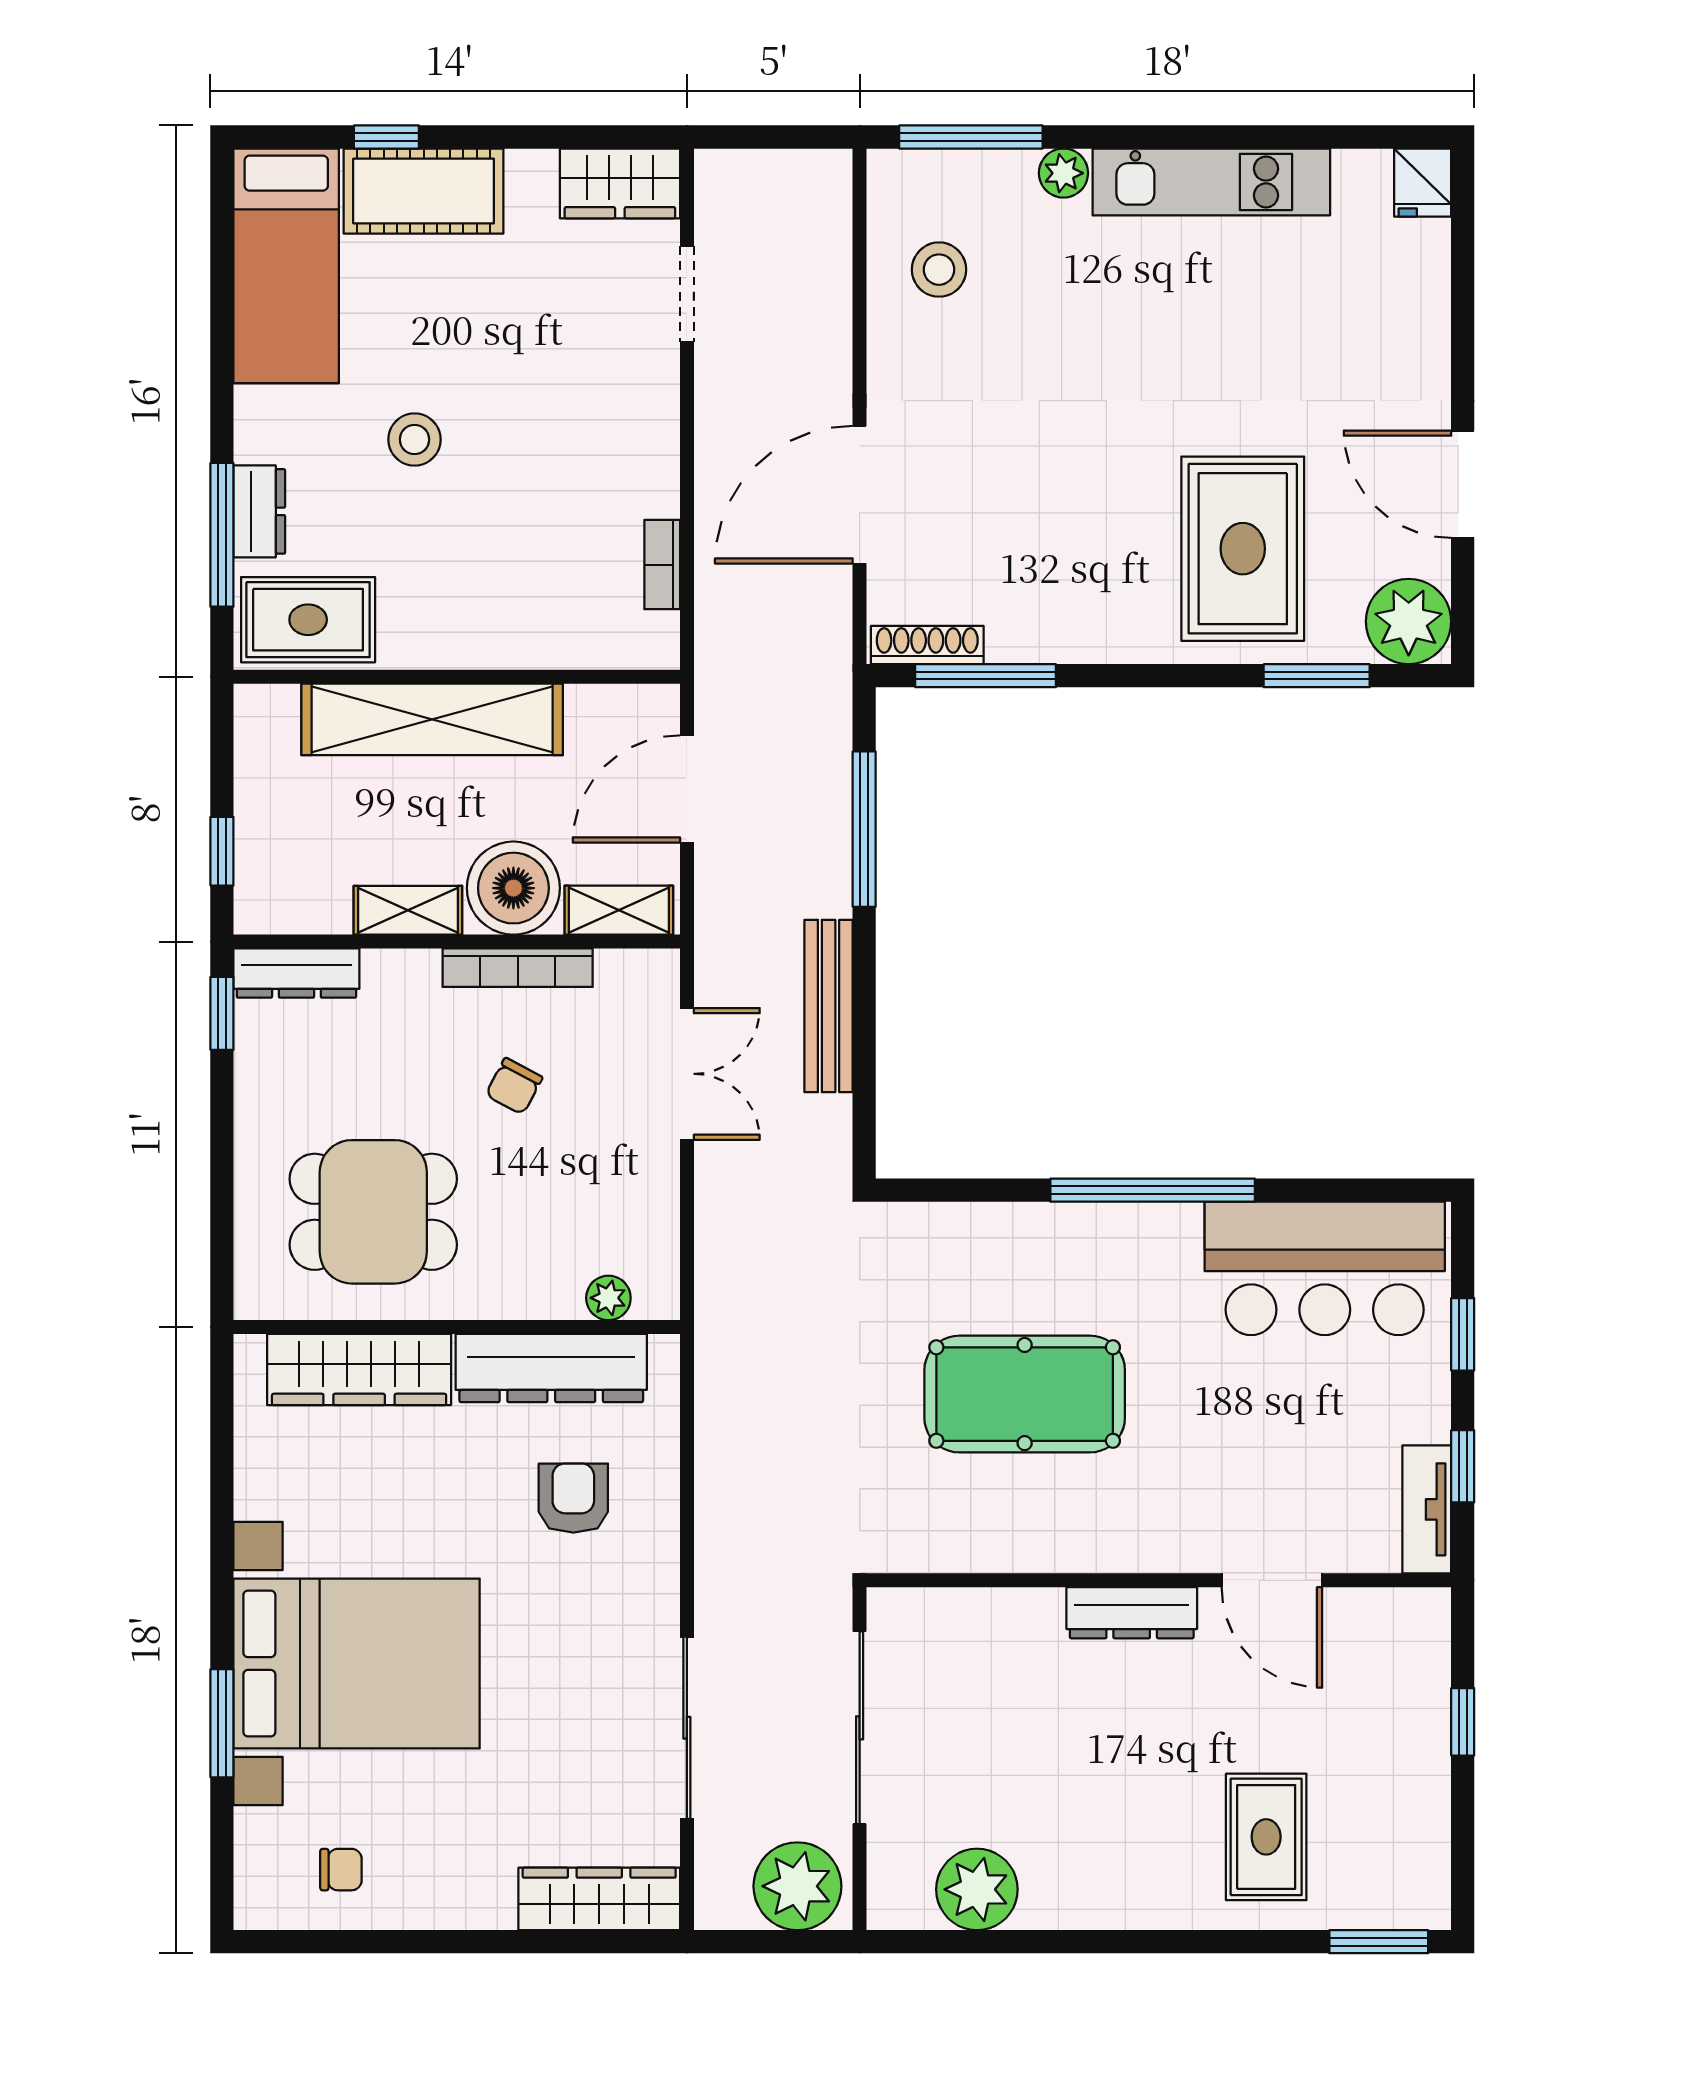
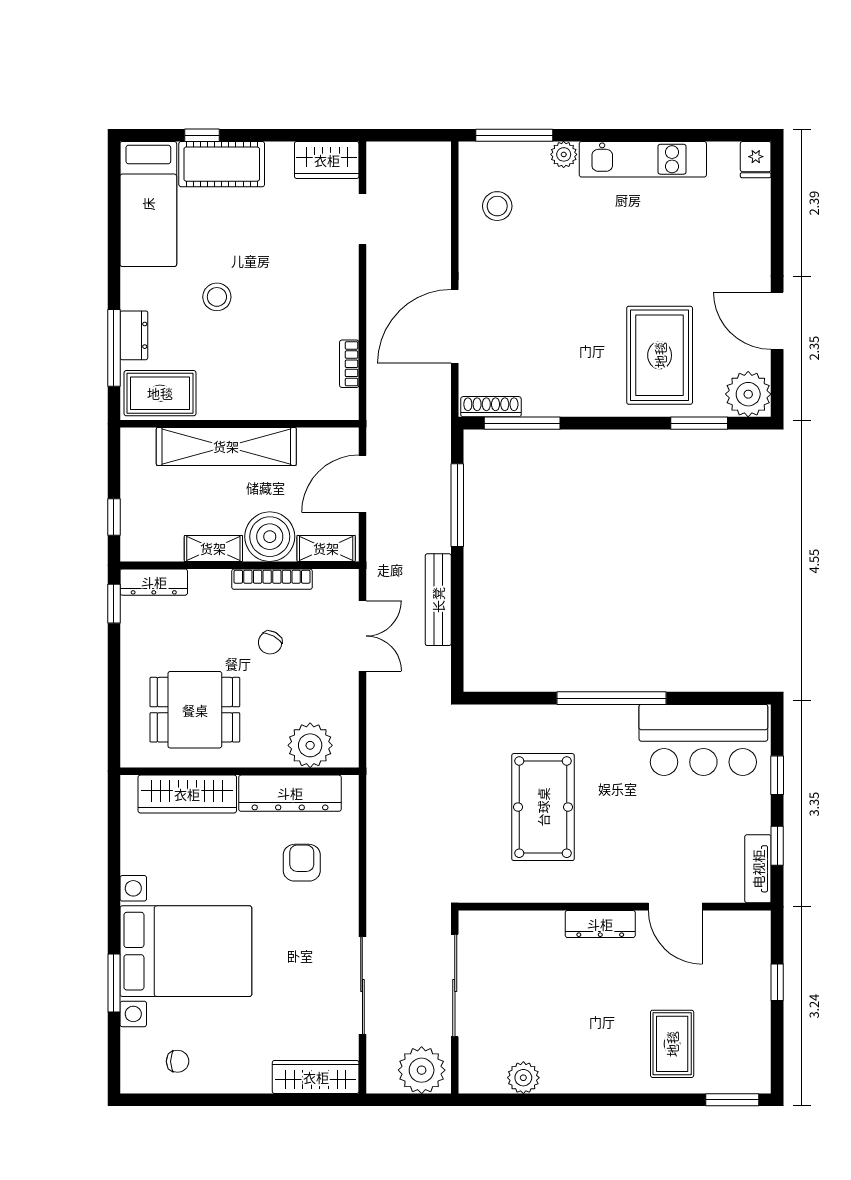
plant: (608, 1298) -> (310, 745), width x1.87, depth x1.87
pool table: (1025, 1394) -> (543, 807), turned 90
plant: (977, 1889) -> (523, 1078), width x0.73, depth x0.73

